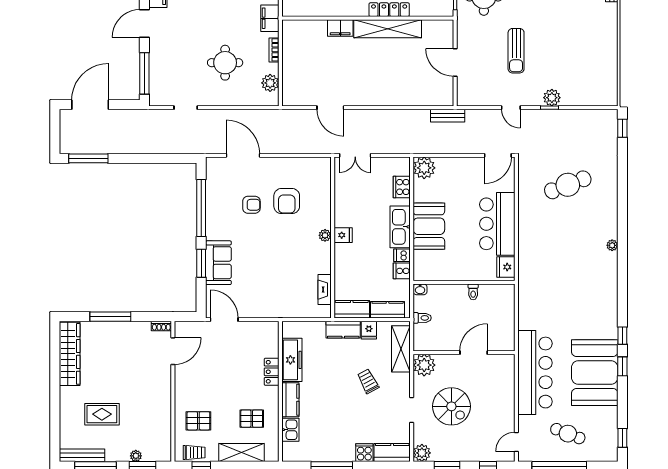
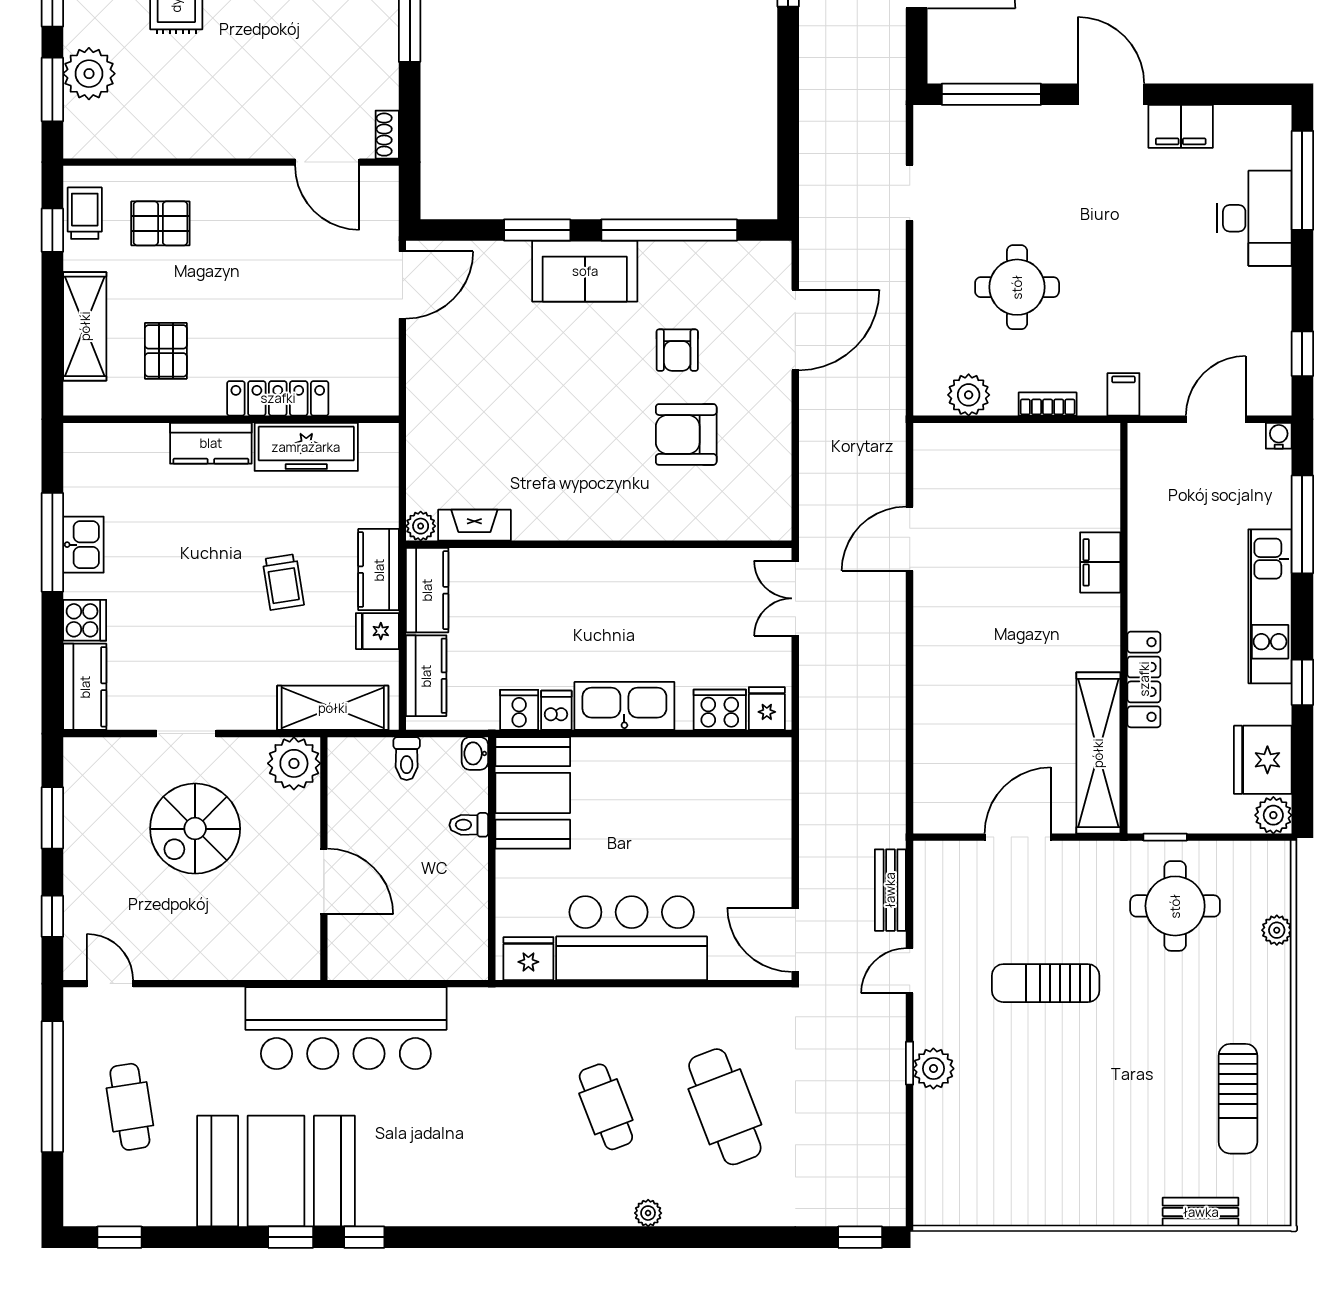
filing cabinet: (270, 18) -> (1123, 394), width x0.50
shelving: (388, 29) -> (1098, 753), moved
bench: (448, 116) -> (890, 890), moved
plant: (424, 168) -> (766, 763), removed
booth: (429, 226) -> (533, 793), moved, turned 90
plant: (325, 235) -> (421, 526), moved
fridge: (343, 235) -> (767, 709), moved, turned 180
cafe table: (568, 235) -> (606, 1107), added
plant: (612, 245) -> (648, 1213), moved
sofa: (218, 263) -> (585, 271), moved
toilet: (473, 292) -> (469, 825), moved
locker: (272, 372) -> (278, 398), width x1.53
bar counter: (535, 373) -> (346, 1028), moved
trolley: (368, 381) -> (283, 582), moved, turned 109
pallet: (198, 421) -> (160, 223), turned 90
kitchen sink: (290, 430) -> (83, 545), moved, turned -90
cafe table: (568, 434) -> (130, 1107), turned -30
trolley: (194, 452) -> (85, 213), turned 180
plant: (422, 453) -> (84, 758), removed
plant: (136, 456) -> (89, 74), width x1.88, depth x1.88

